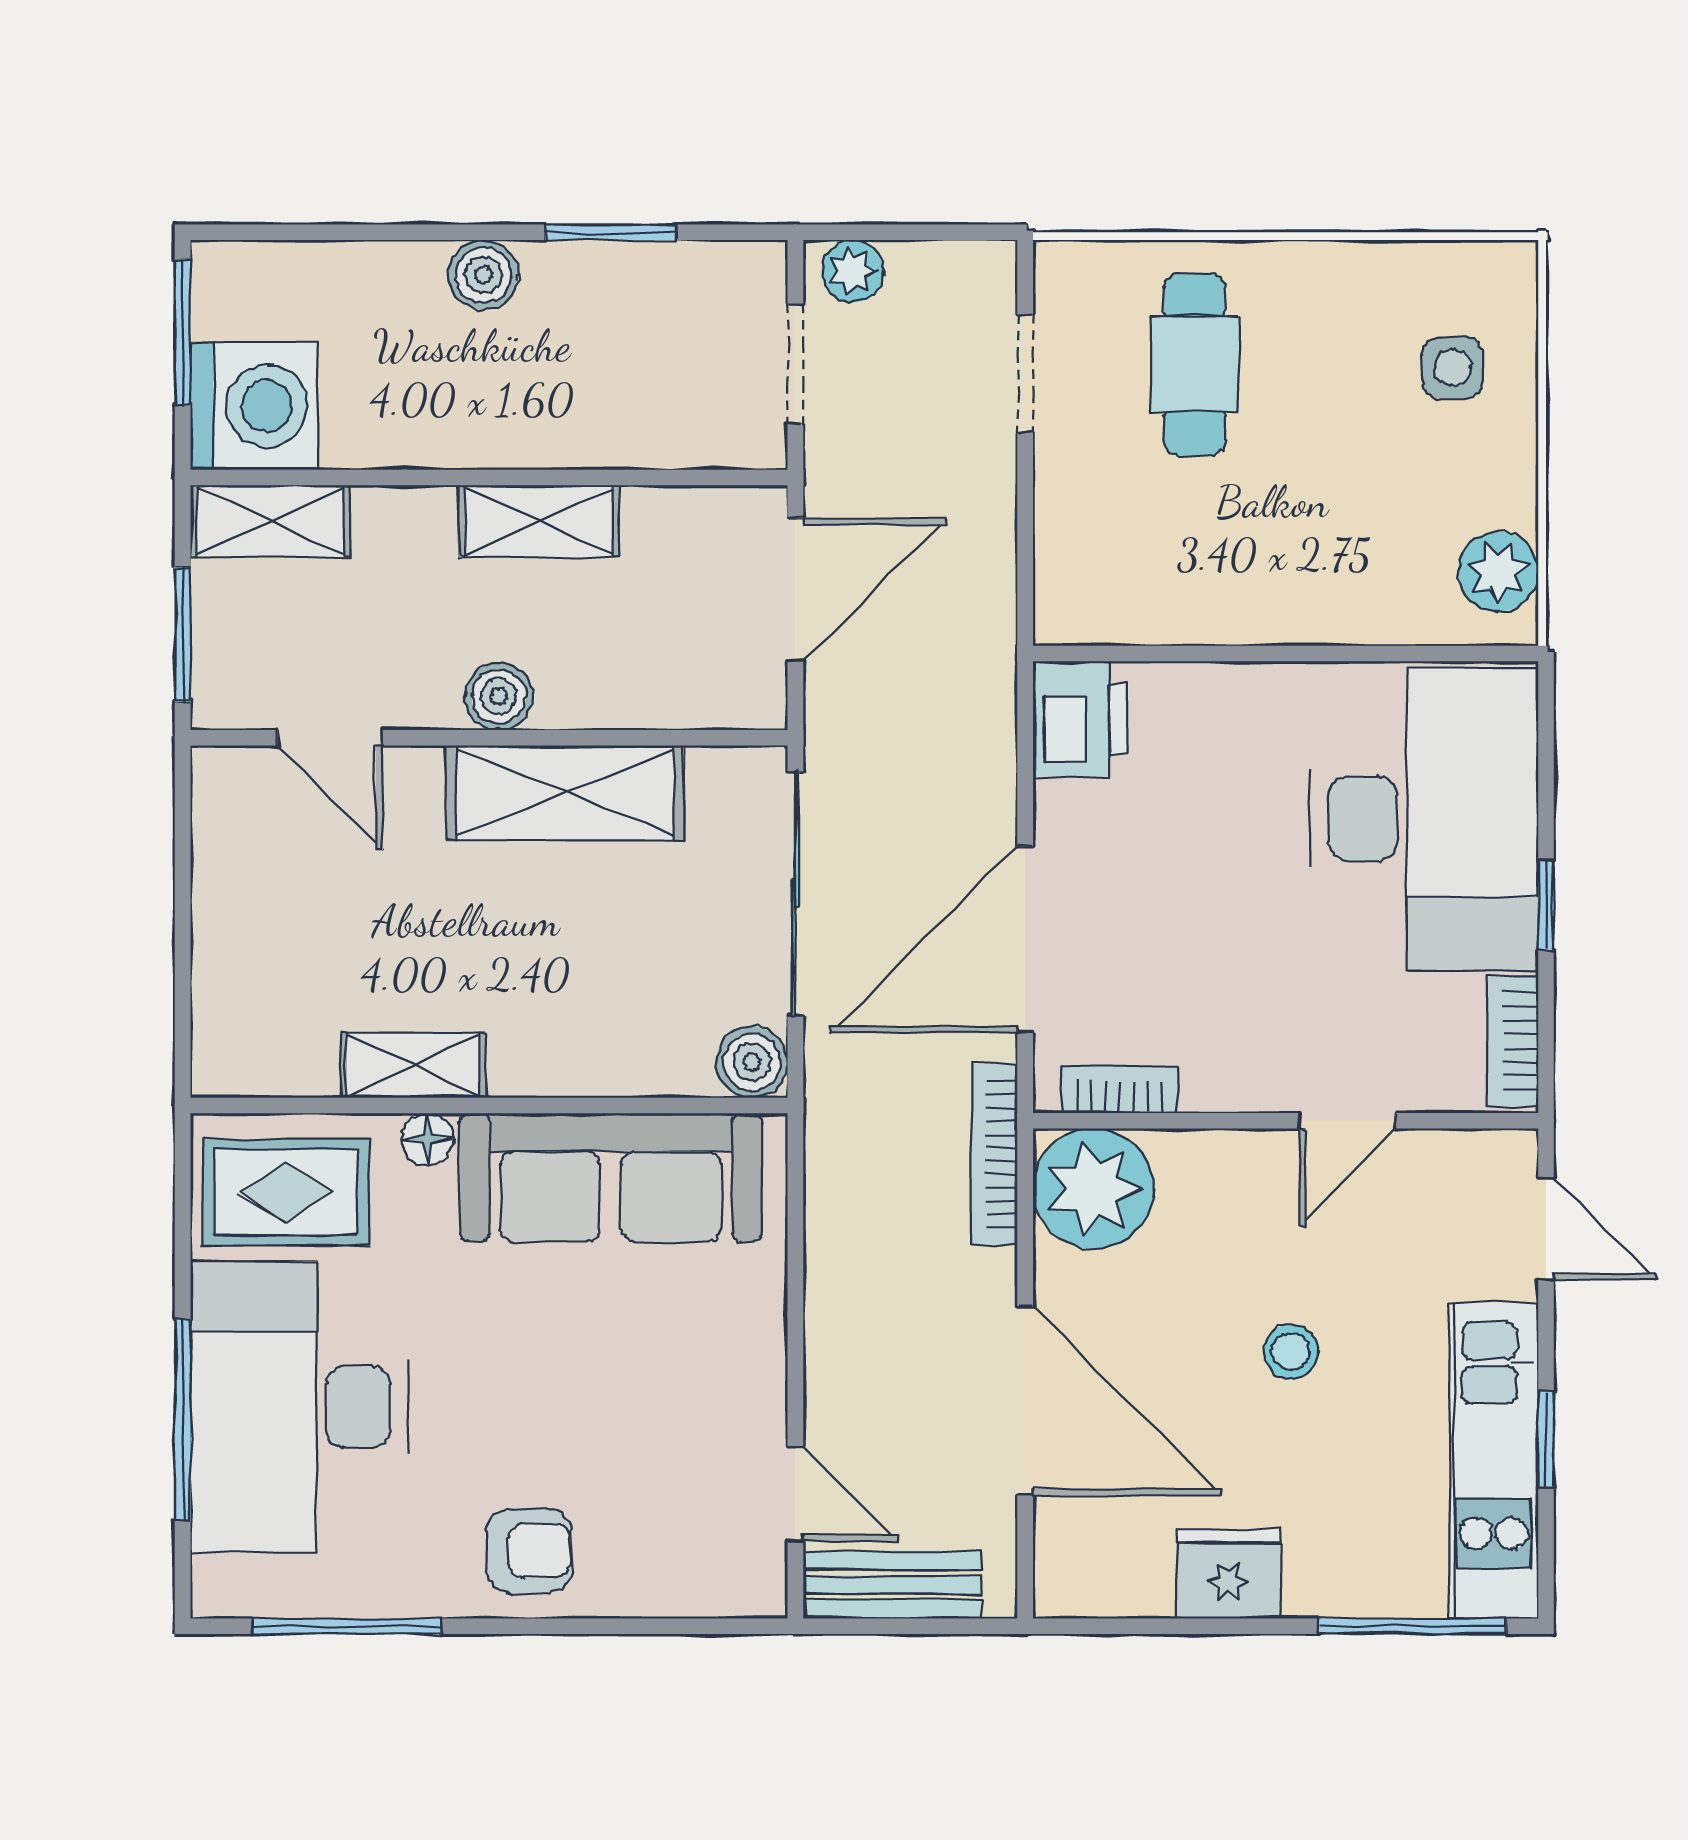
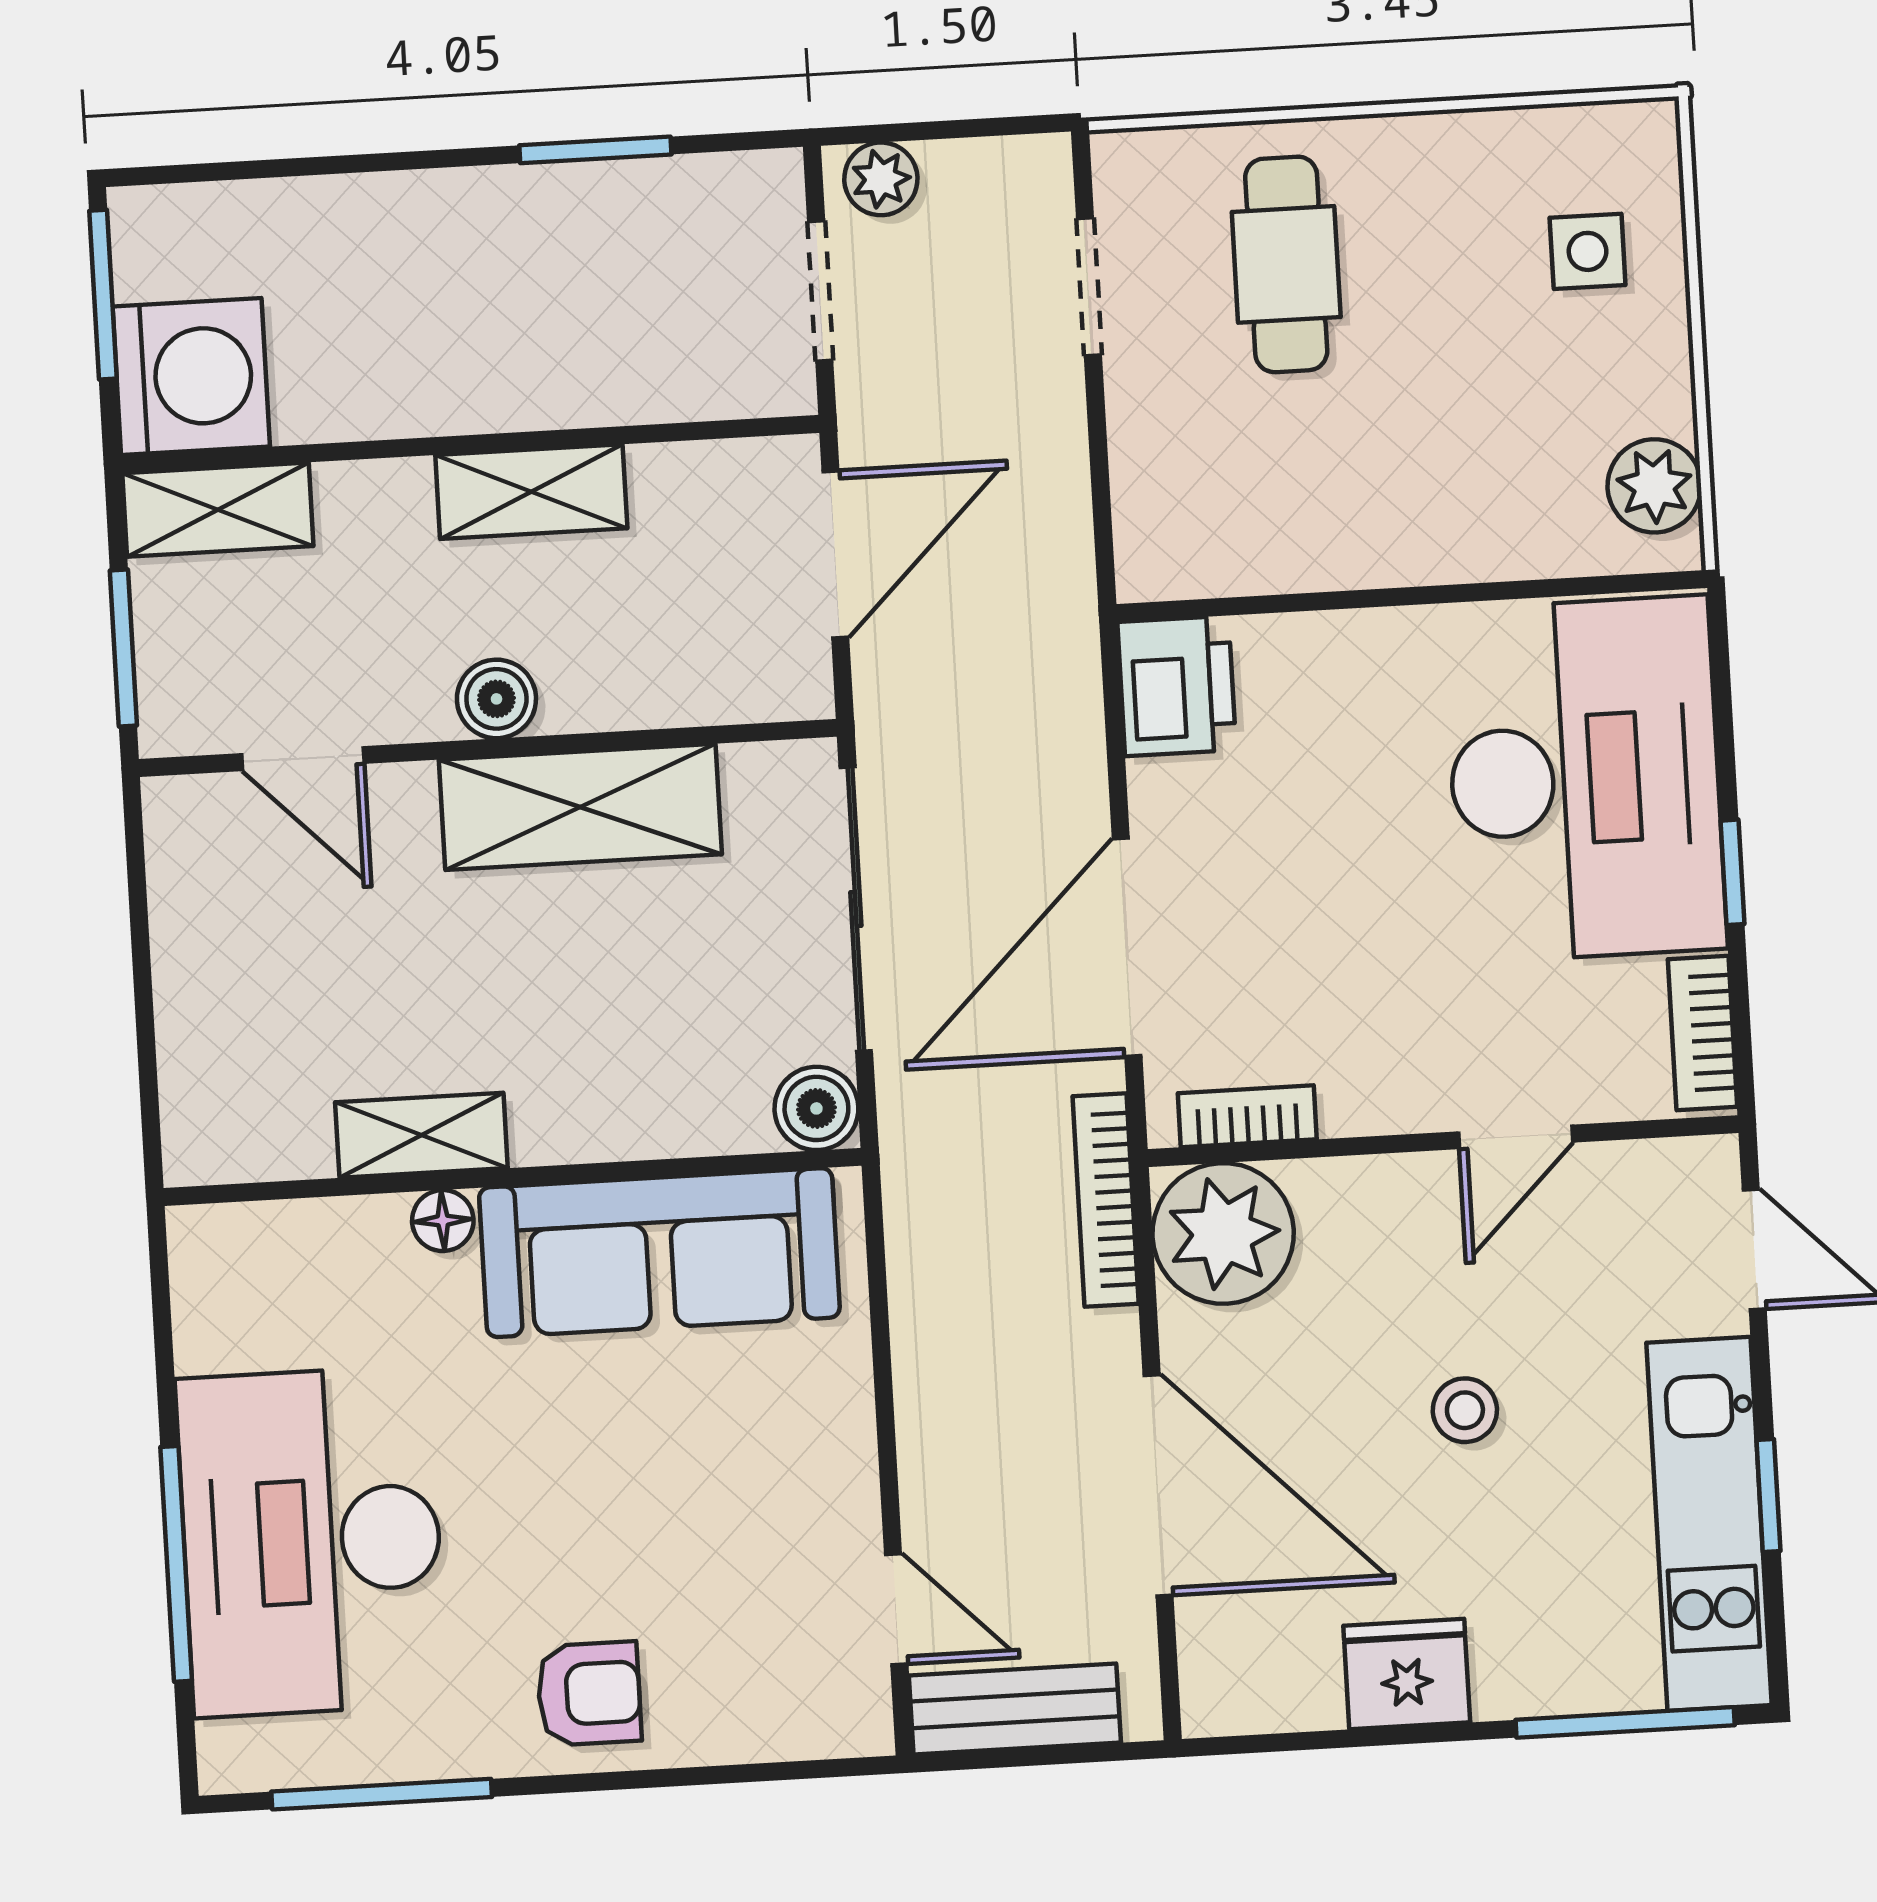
boiler: (483, 275) -> (450, 208), removed
rug: (286, 1192) -> (281, 1292), removed

